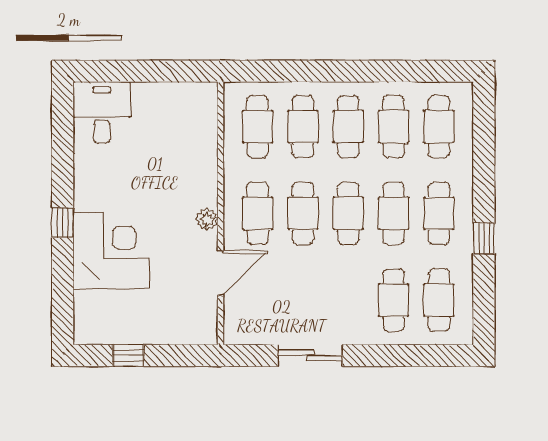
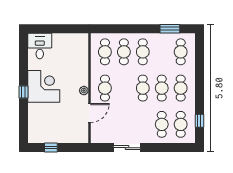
window: (413, 71) -> (170, 29), added
cafe table: (394, 127) -> (162, 52), removed
cafe table: (303, 213) -> (124, 88), removed
window: (484, 239) -> (199, 121), moved
corner desk: (111, 251) -> (44, 86), moved

